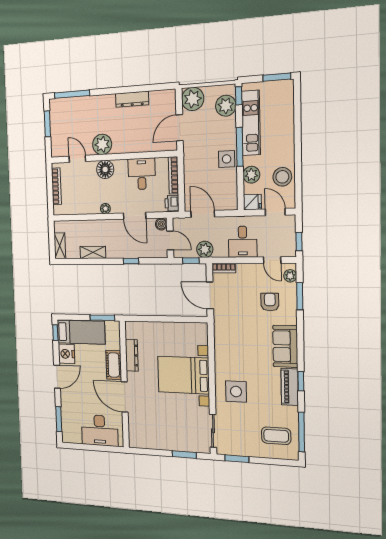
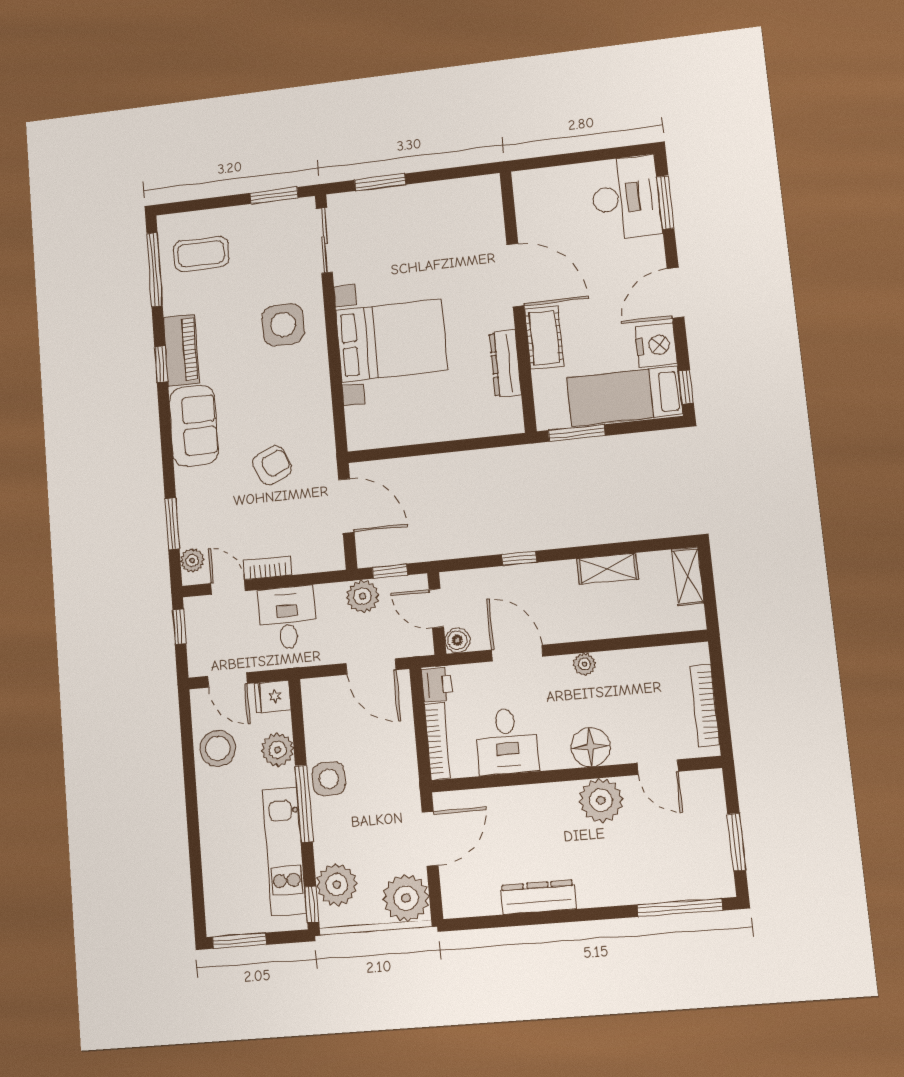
bookcase: (224, 268) -> (268, 568), moved
armchair: (270, 302) -> (272, 465), moved, turned -114
desk: (100, 430) -> (626, 198), moved, turned 90

